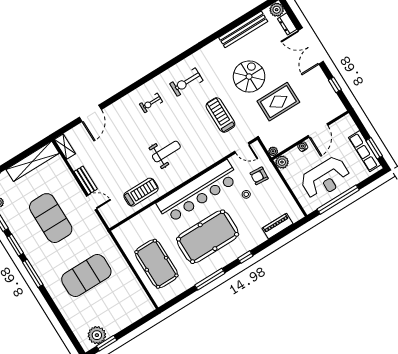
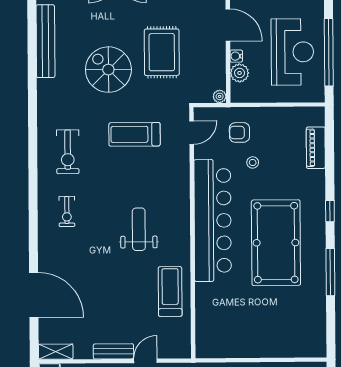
door: (90, 113) -> (34, 295), width x1.36
plant: (282, 162) -> (240, 73), moved
armchair: (259, 176) -> (239, 132), turned 86
pool table: (156, 264) -> (271, 327), removed

